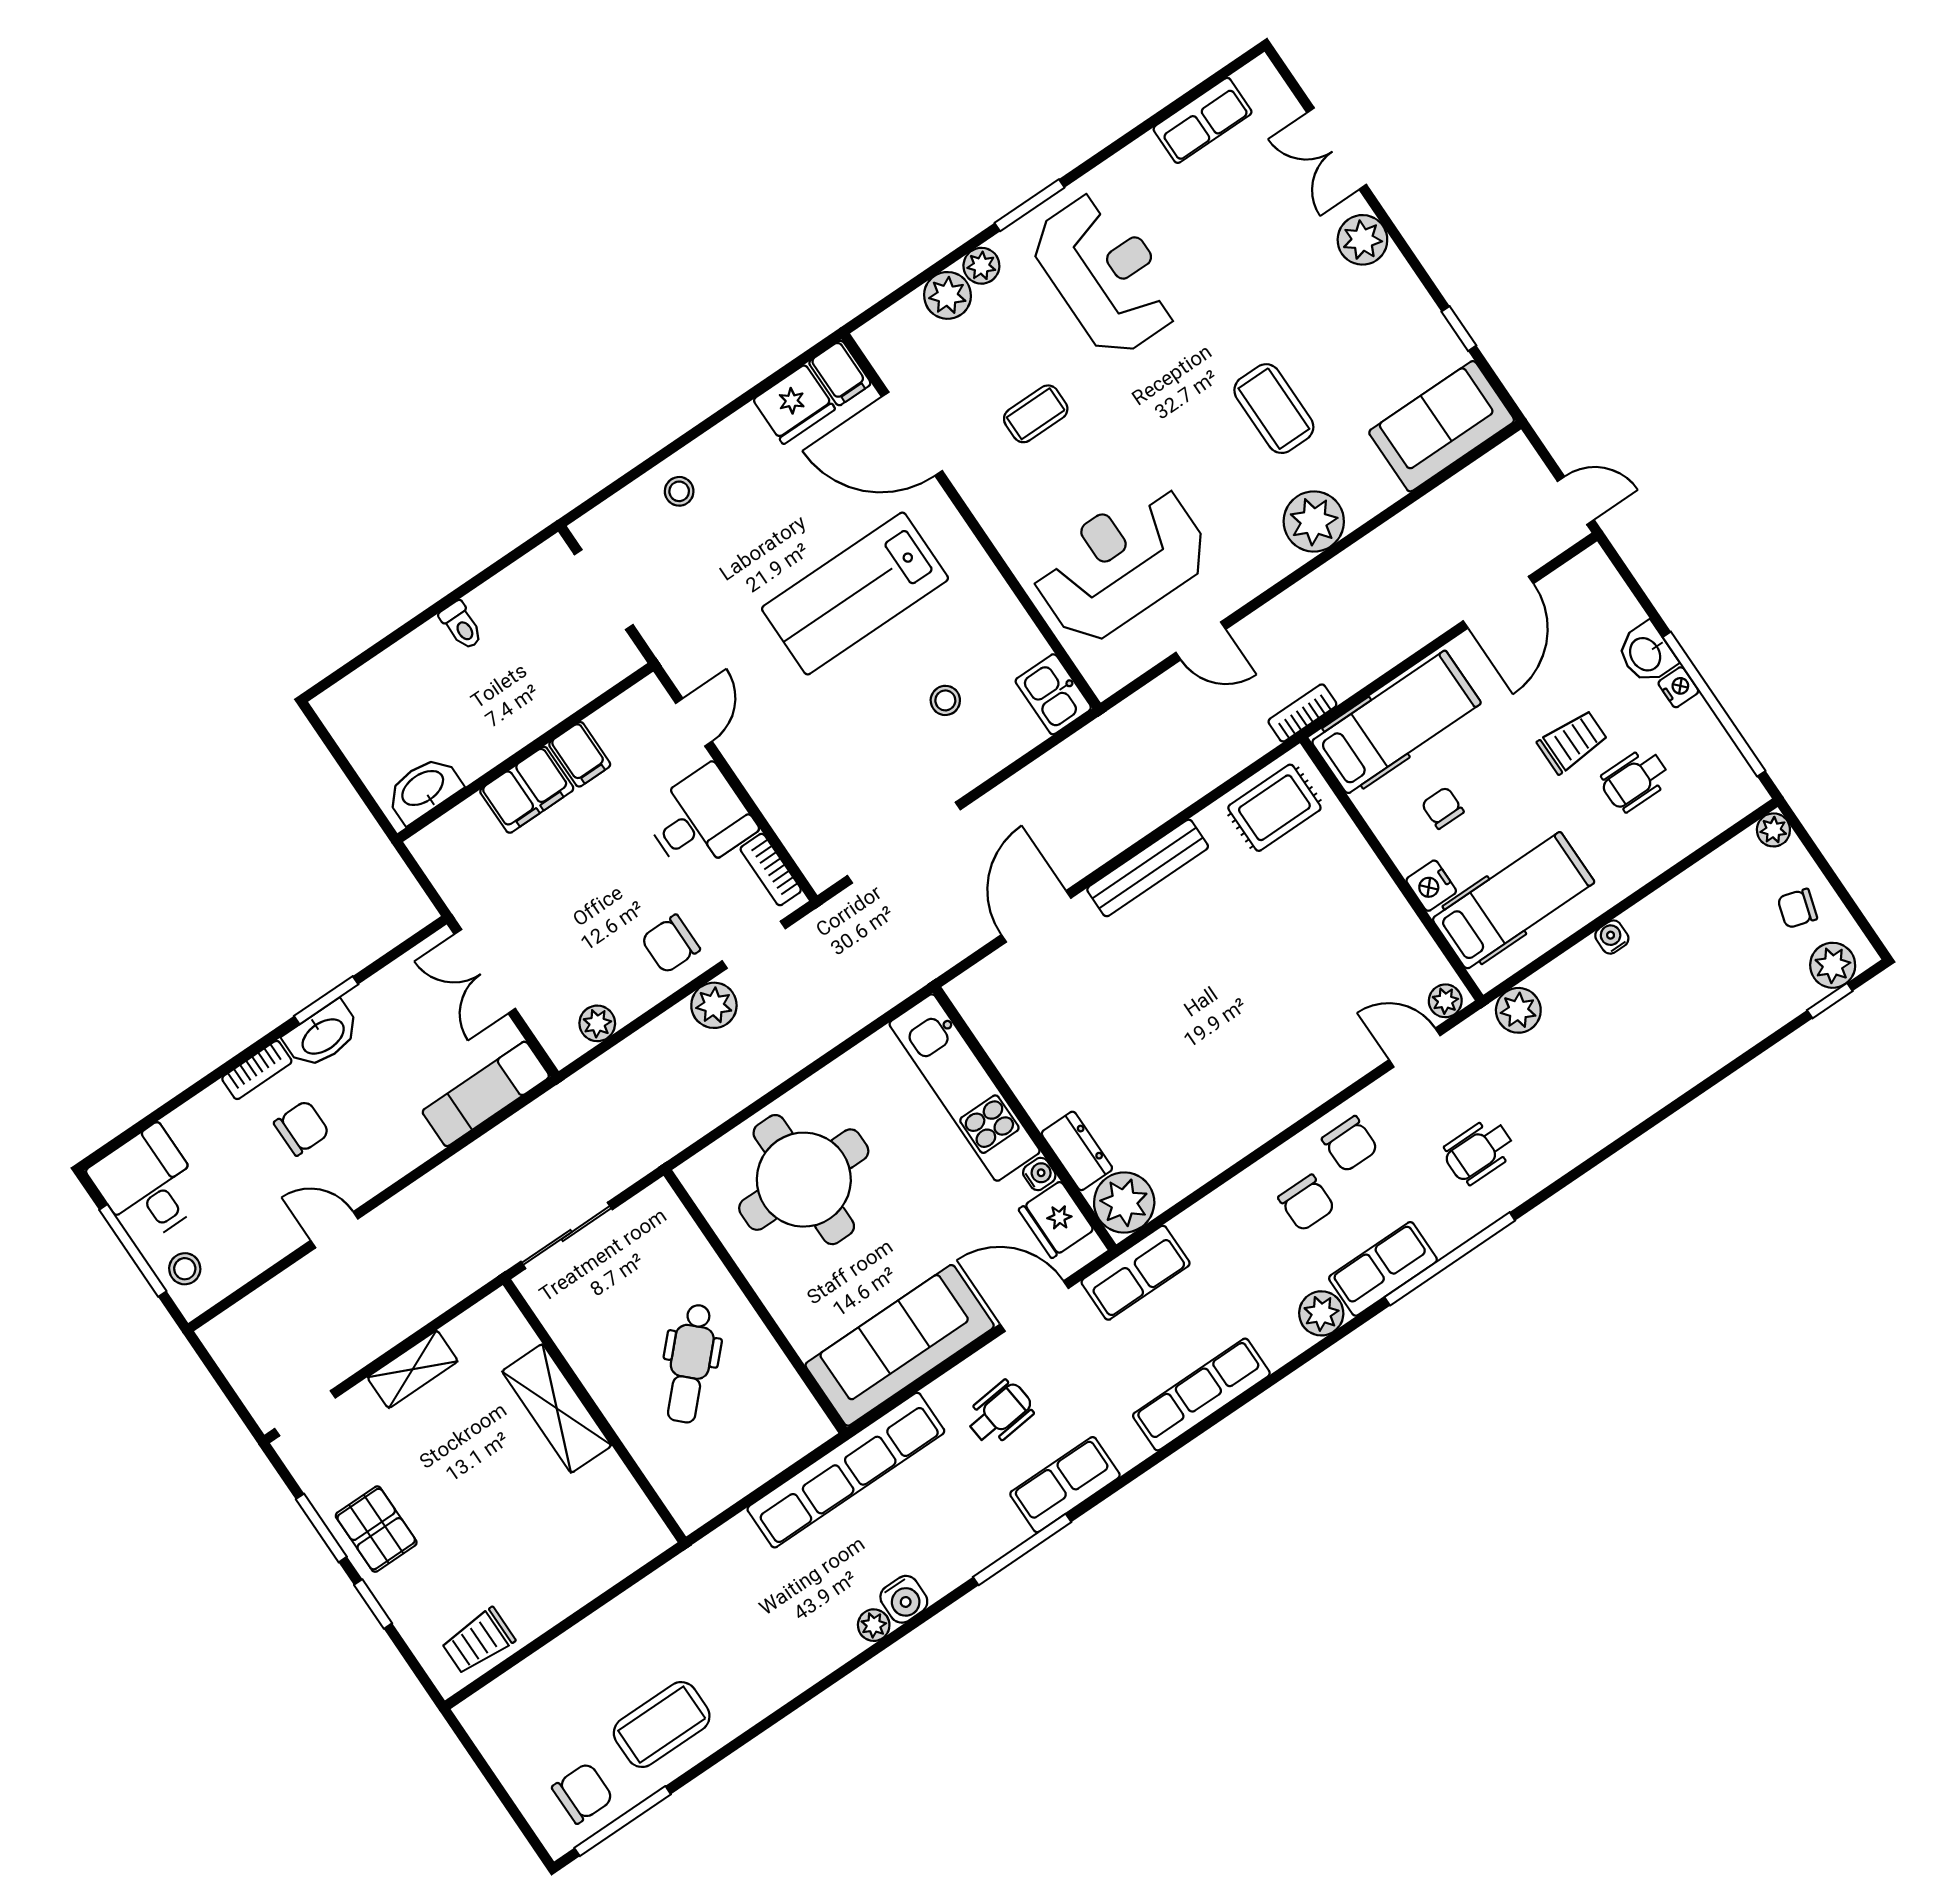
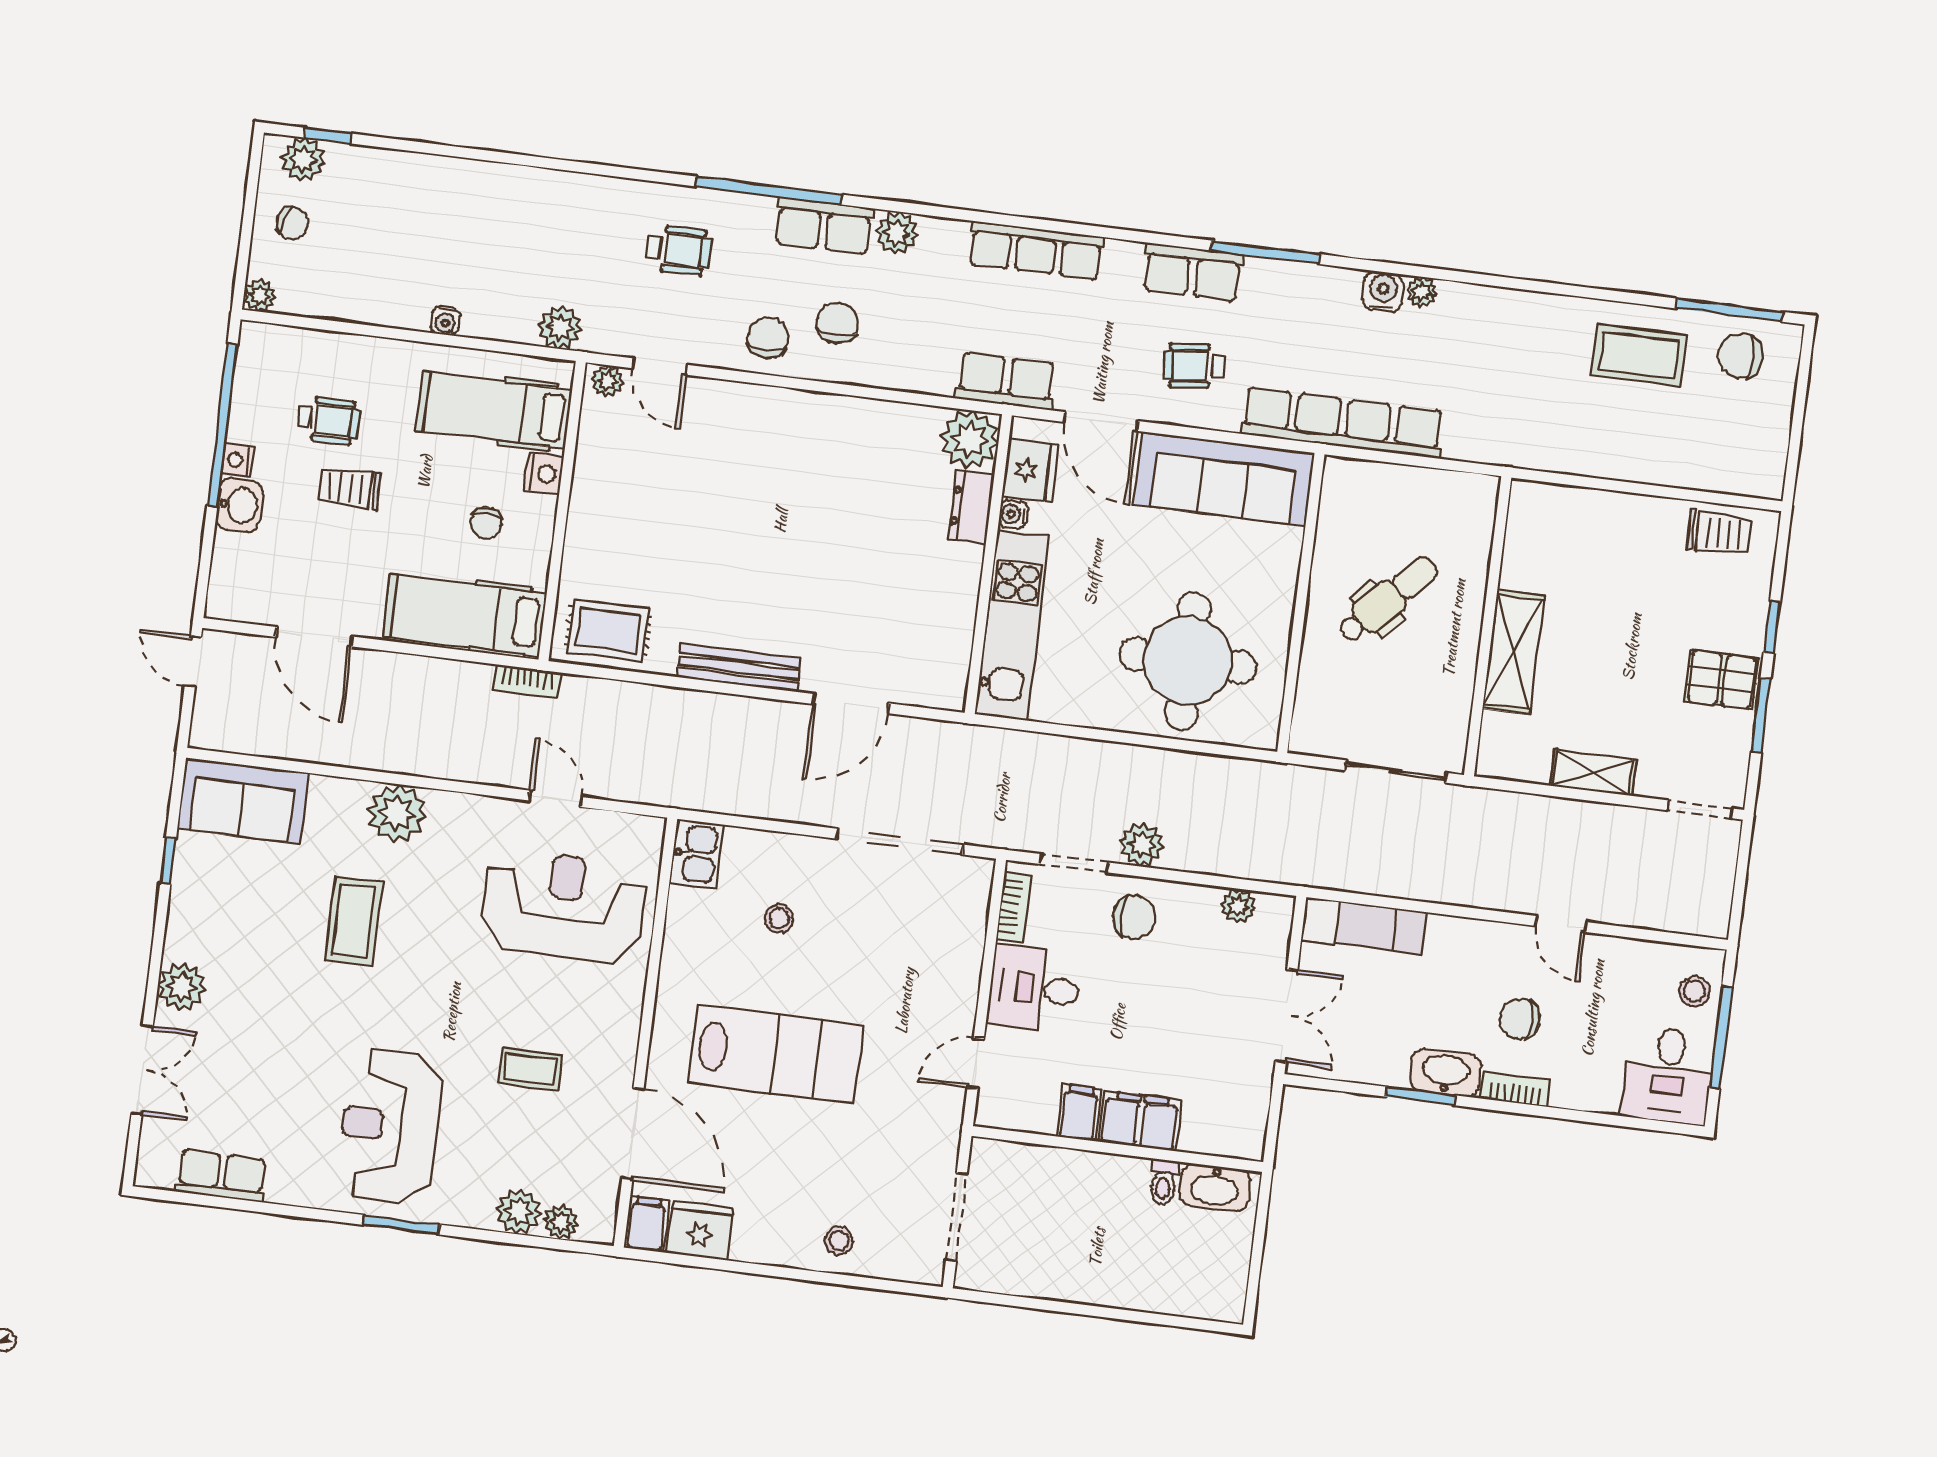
plant: (981, 266) -> (561, 1222), moved
reception desk: (1120, 563) -> (564, 907), turned 180
door: (1498, 602) -> (314, 637), swing flipped
toilet: (461, 625) -> (1164, 1182), moved, turned 180
pallet: (376, 1529) -> (1722, 680), turned 90

